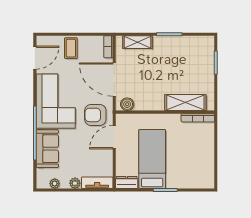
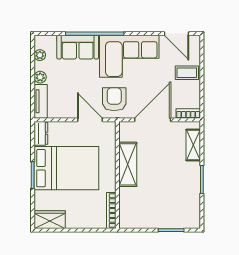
shelving: (185, 103) -> (128, 164), moved
boiler: (127, 104) -> (126, 134), removed
bed: (152, 159) -> (66, 168), width x1.50
wardrobe: (206, 174) -> (50, 220), added

